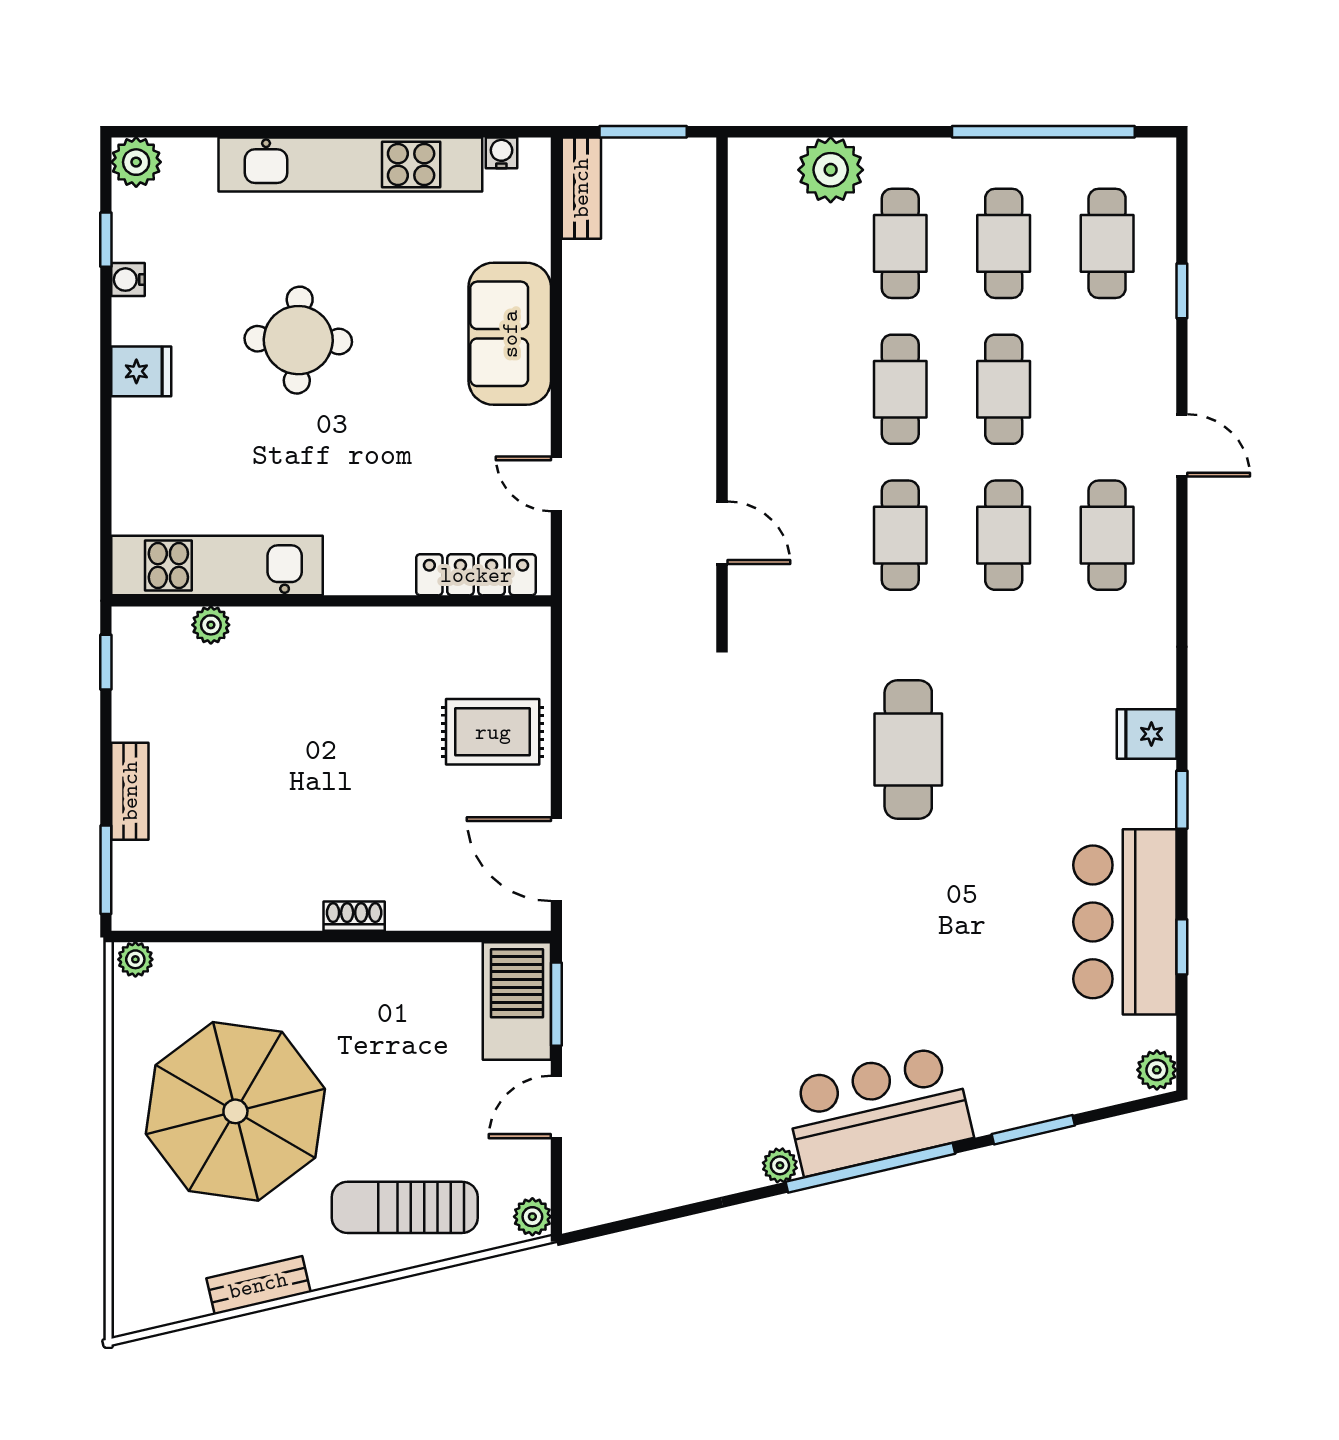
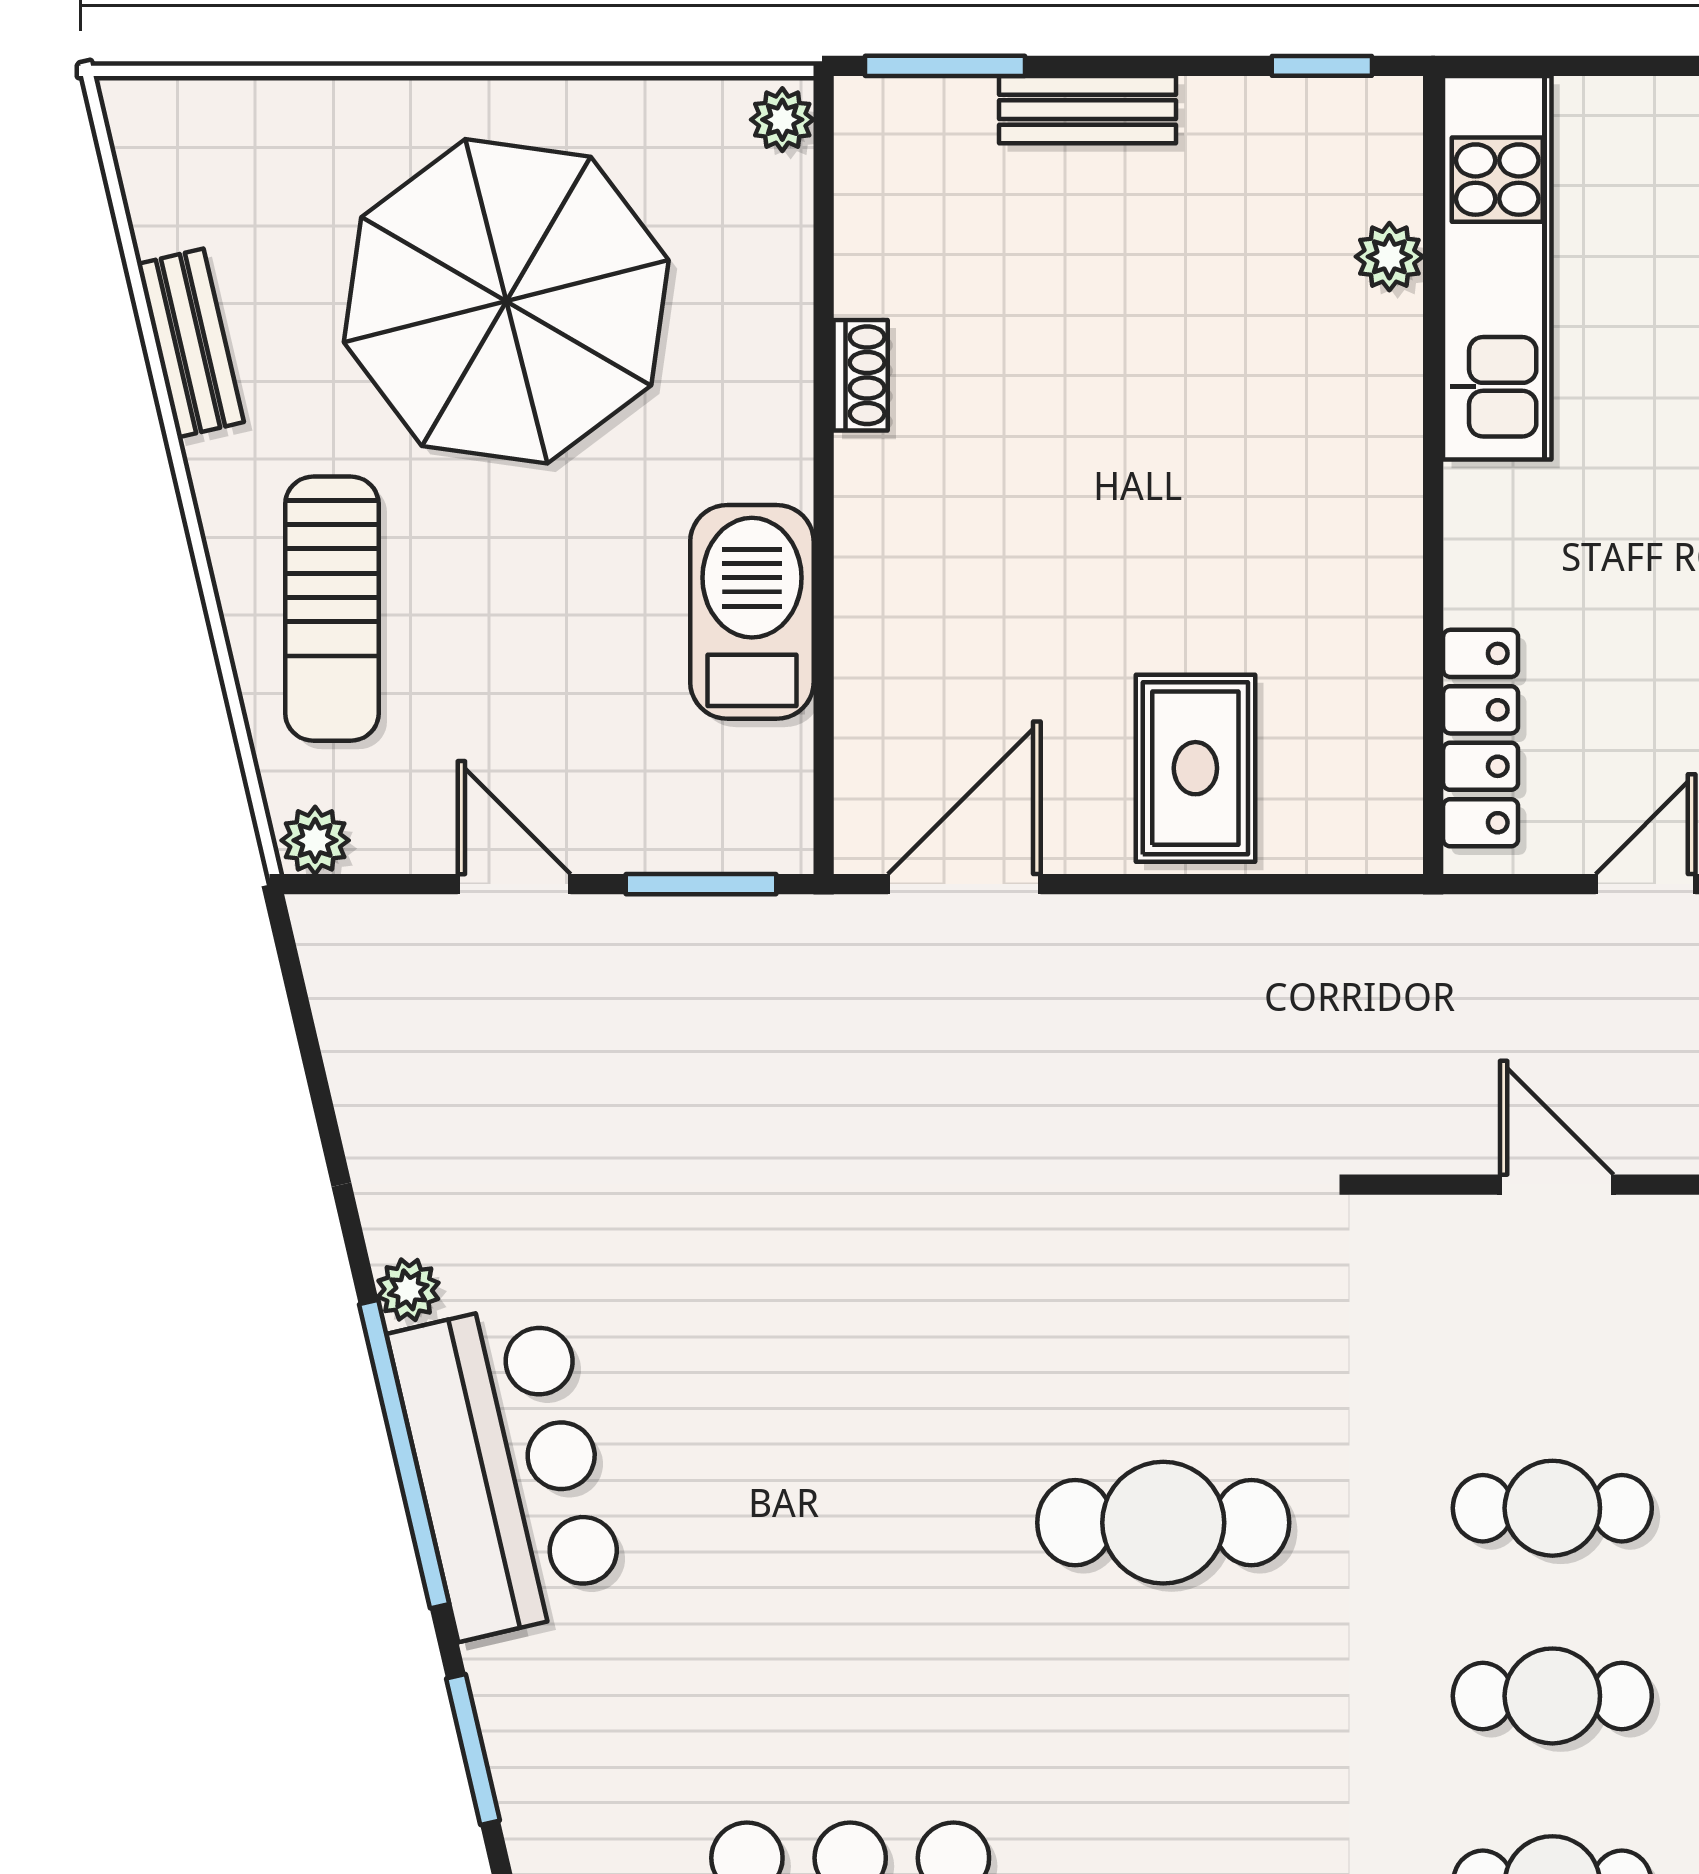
door: (722, 533) -> (1557, 1185), swing flipped
shoe rack: (354, 916) -> (861, 375), moved
barbecue: (517, 1001) -> (752, 612), moved, turned -90
sun lounger: (405, 1207) -> (332, 609), turned 180

